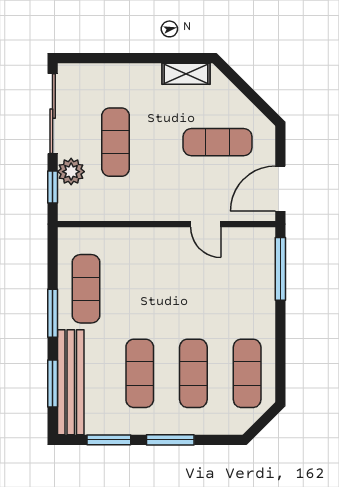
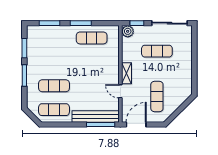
shelving: (186, 74) -> (126, 73), moved
plant: (71, 172) -> (128, 31), moved
door: (280, 189) -> (136, 124), hinge flipped
door: (206, 224) -> (120, 91), hinge flipped
exercise mat: (140, 373) -> (54, 62), removed
bench: (71, 382) -> (96, 116), moved

